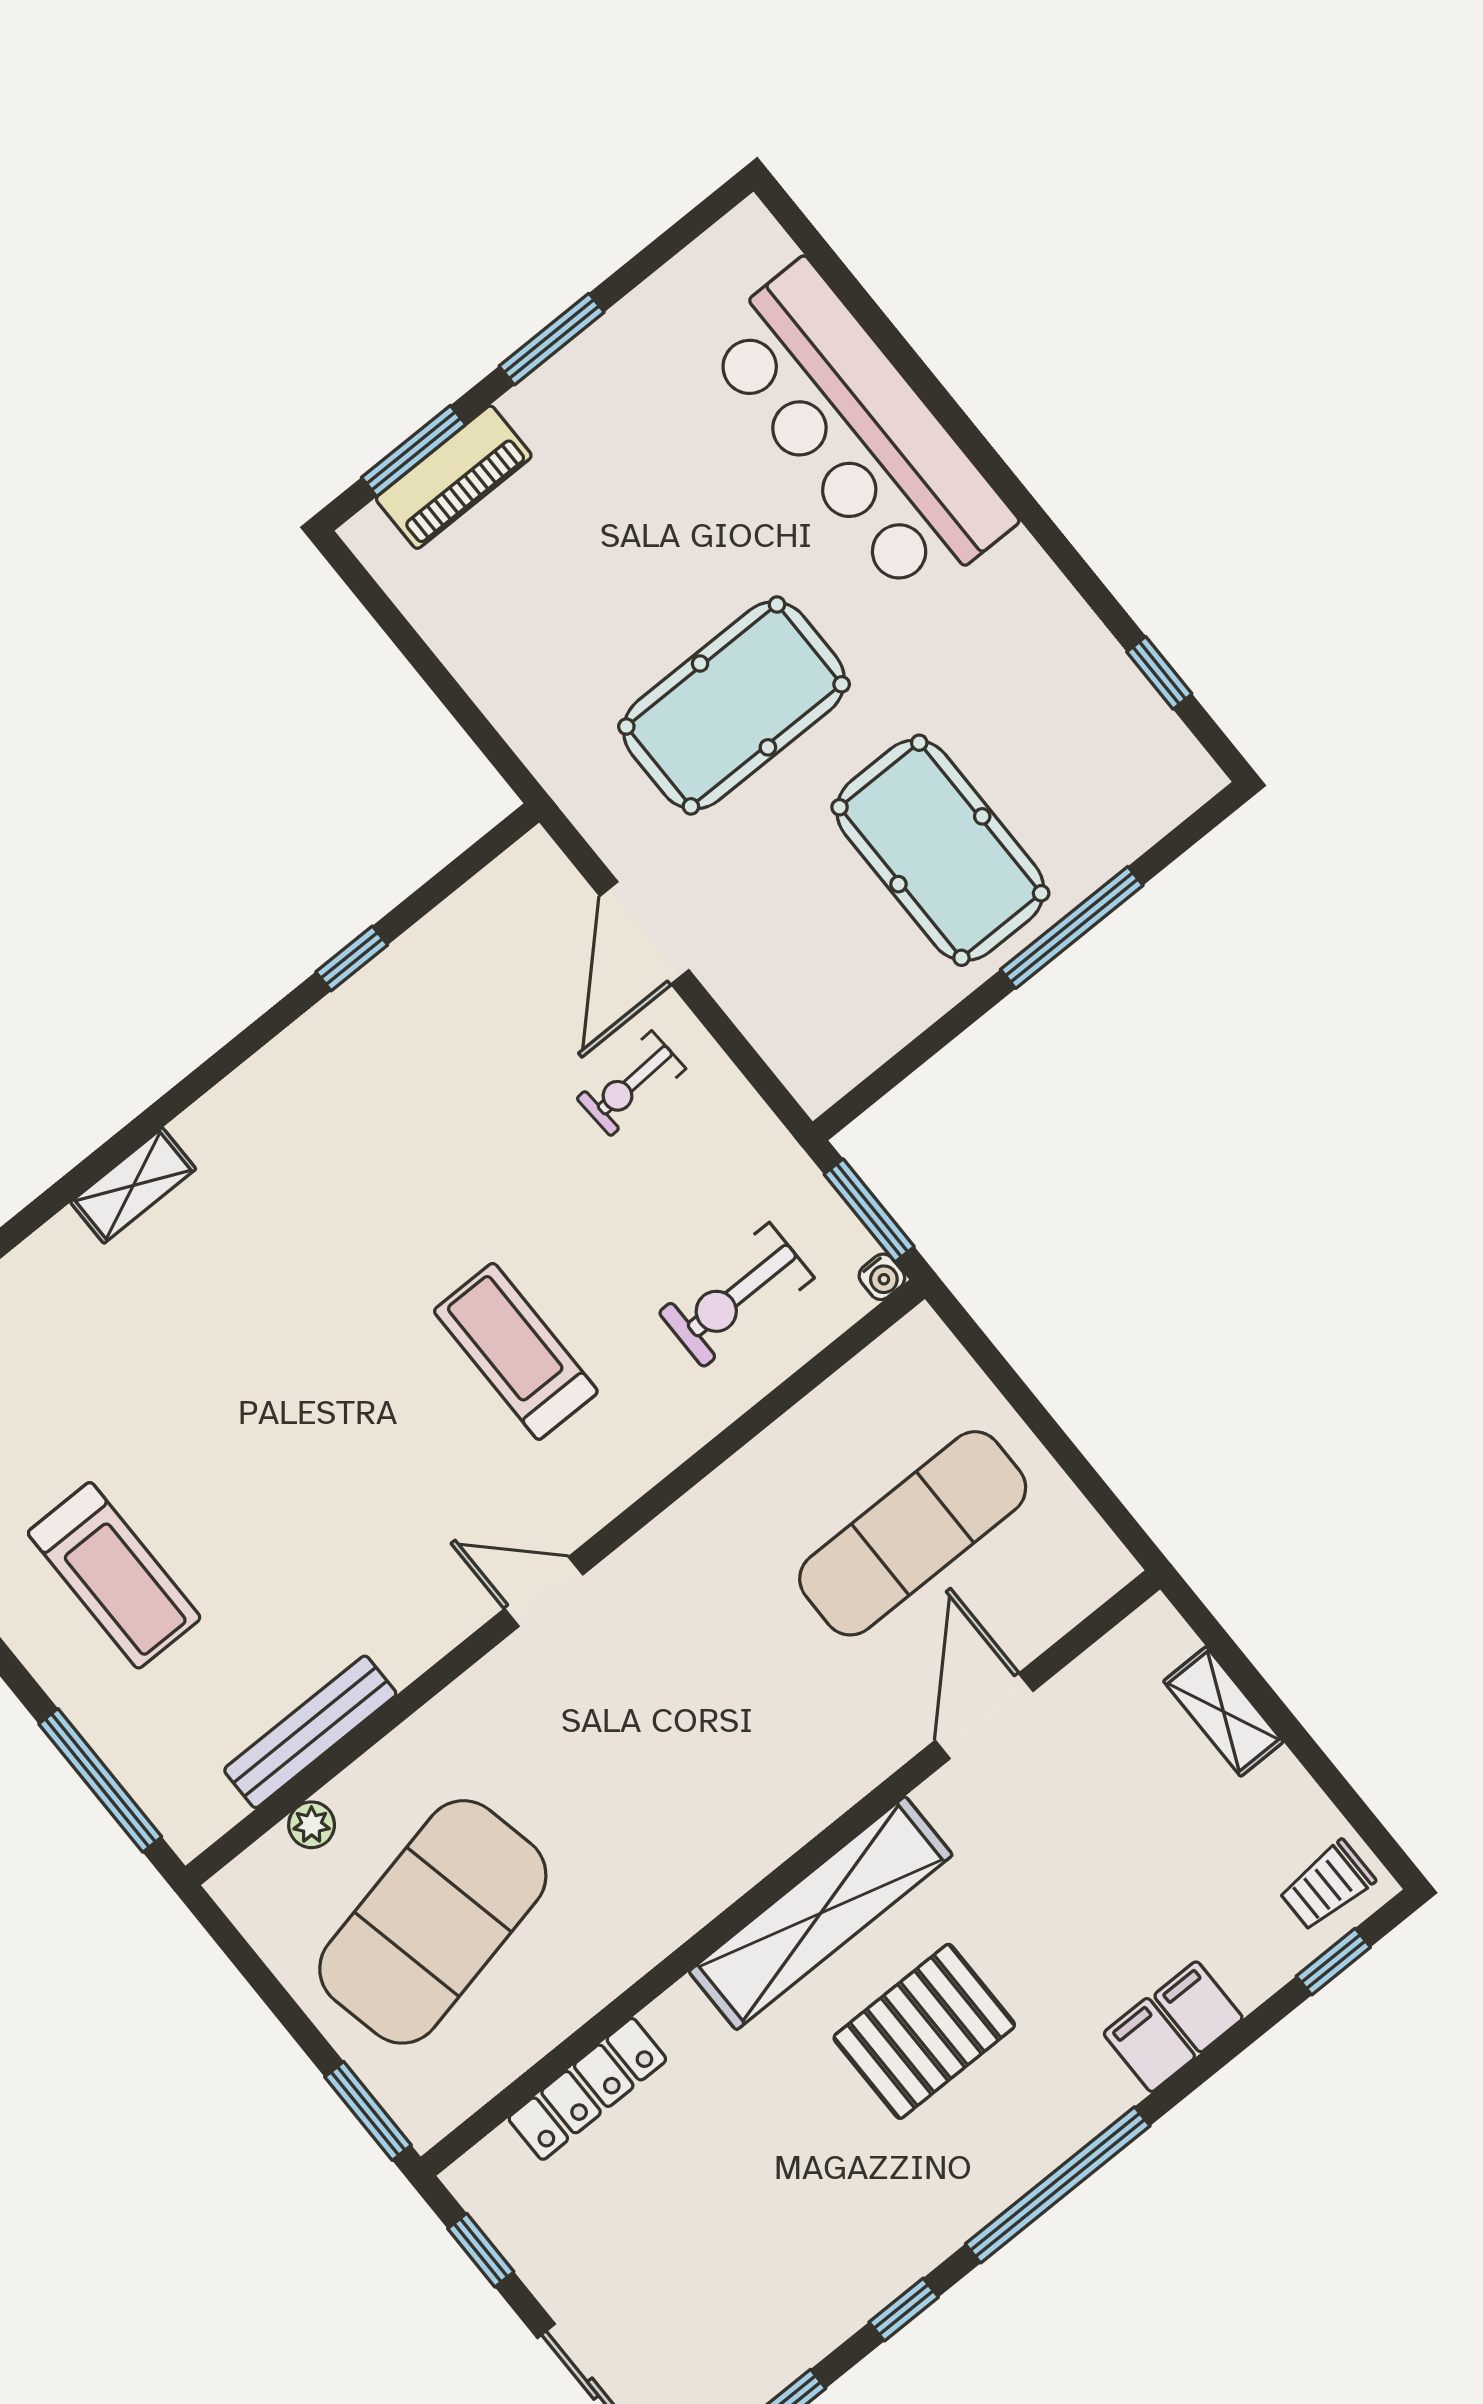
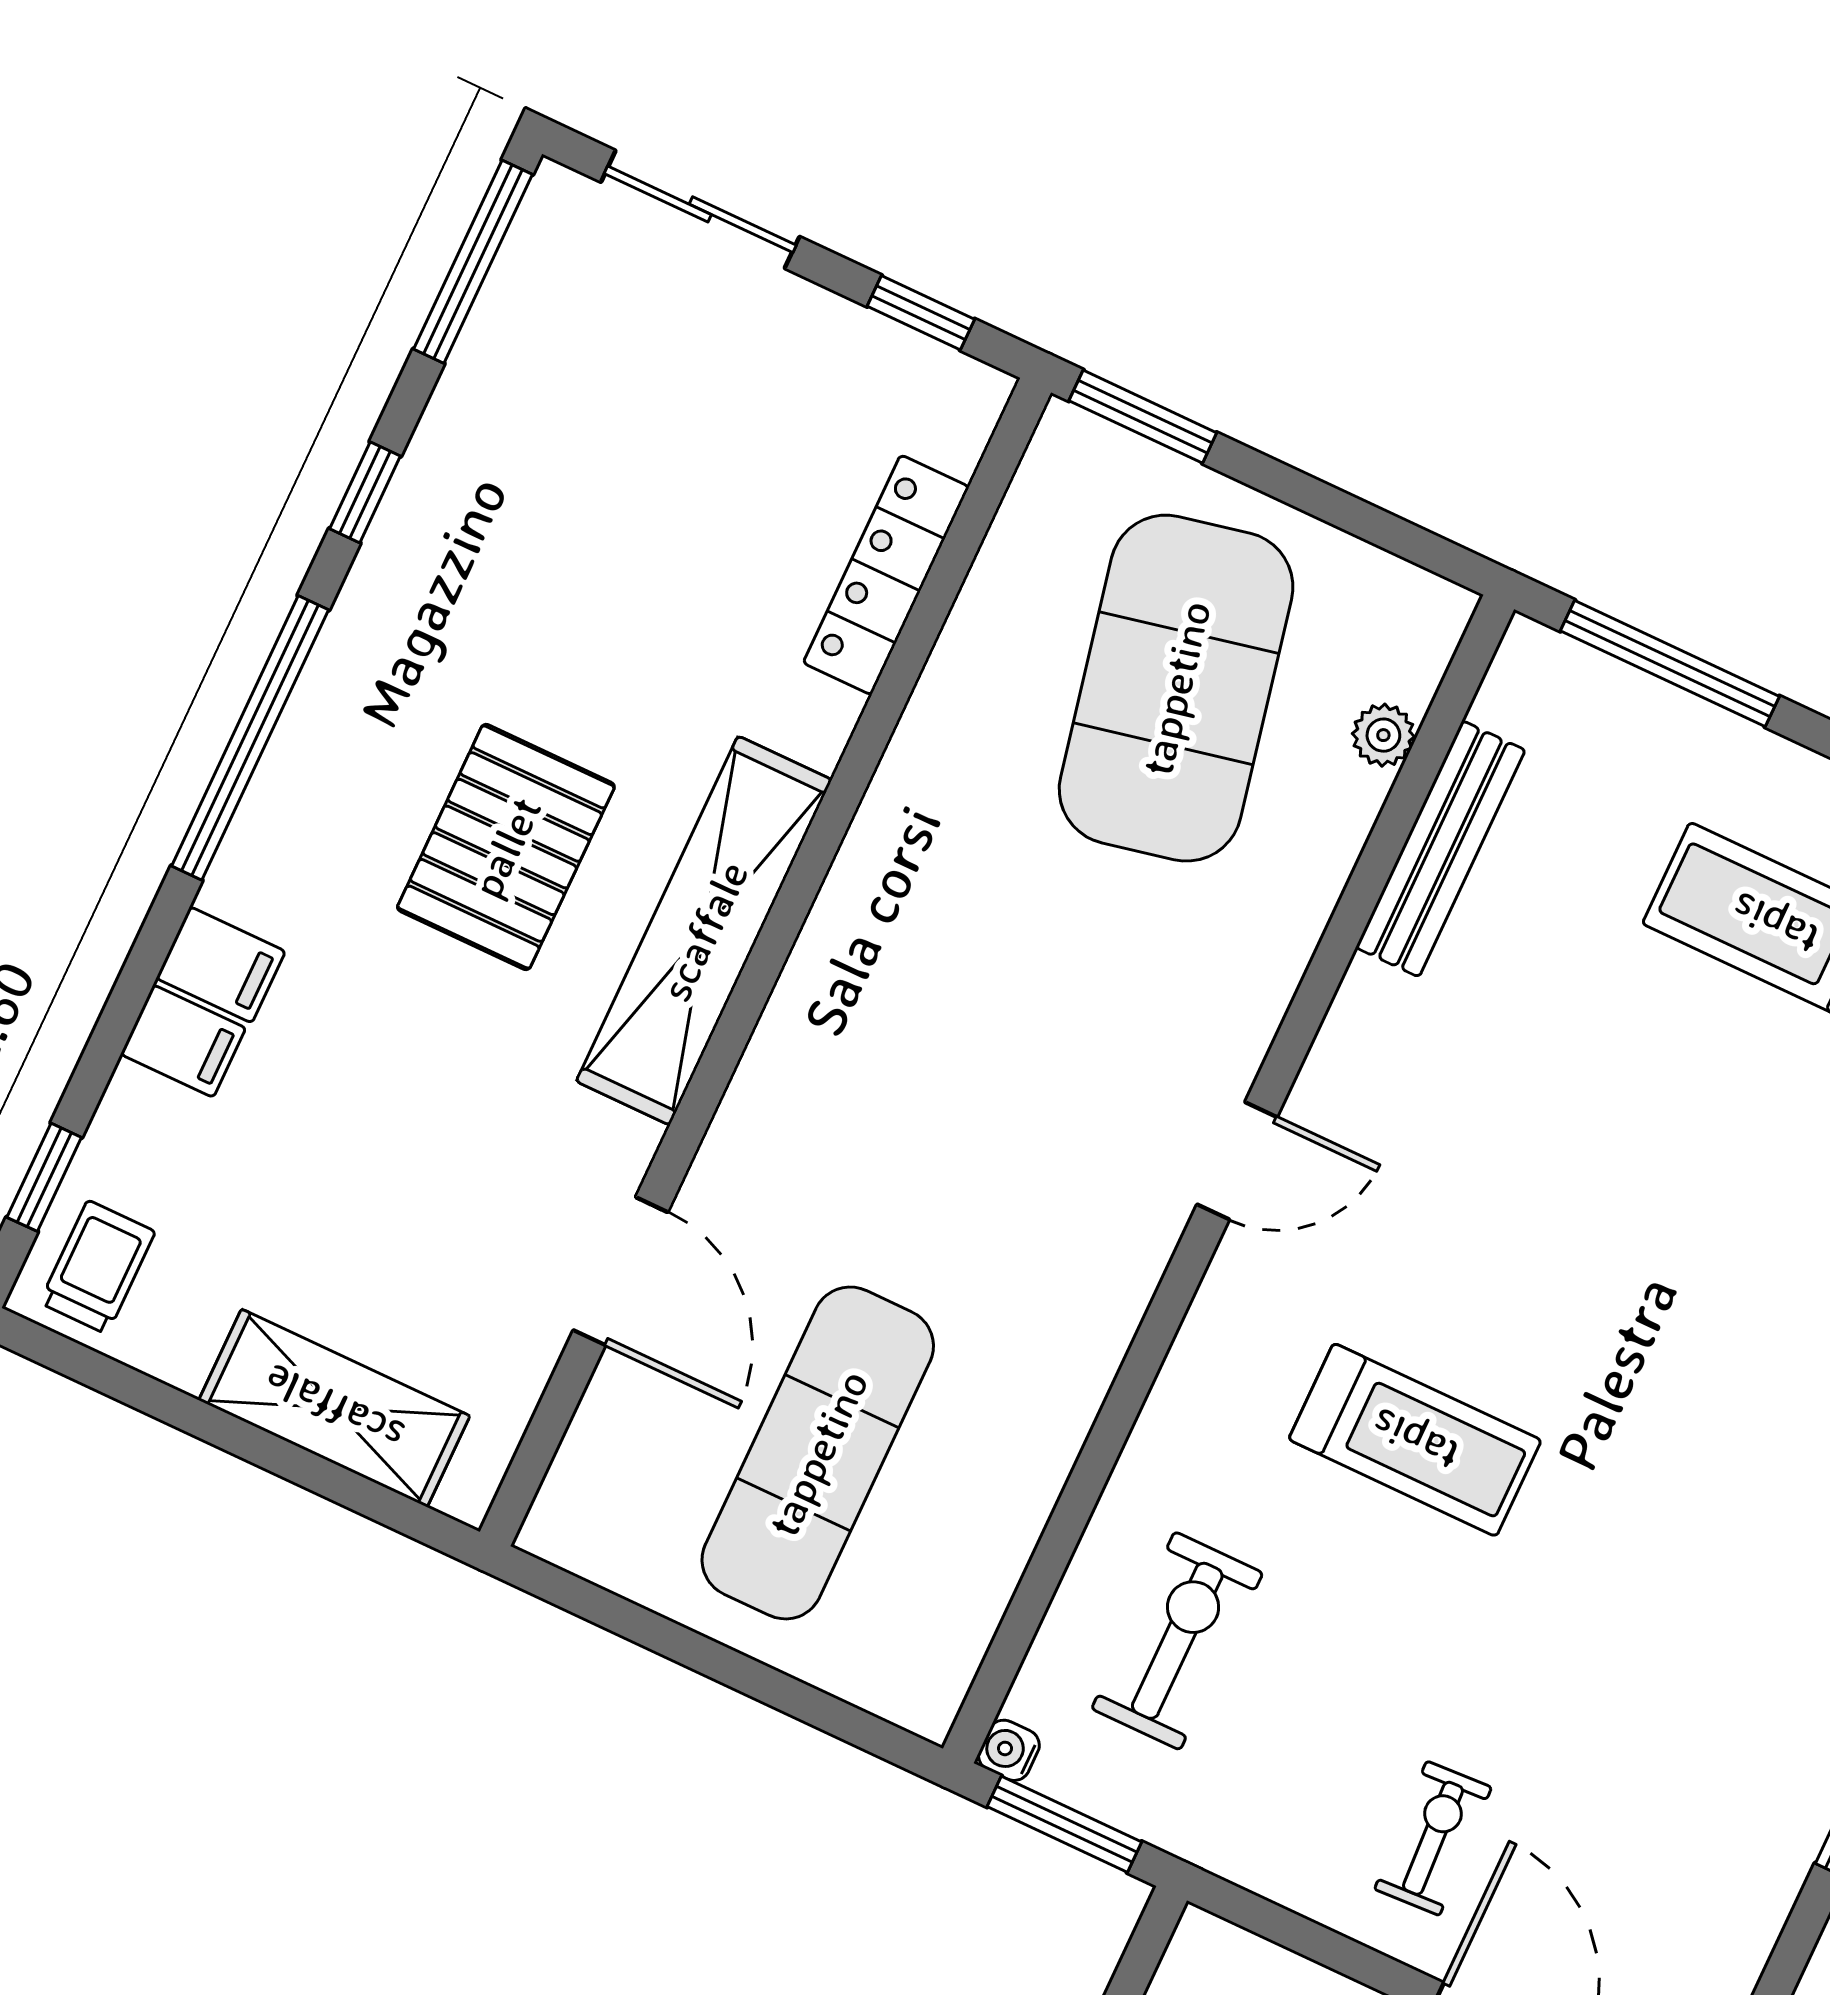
shelving: (1223, 1711) -> (334, 1408), width x1.50, depth x1.33

